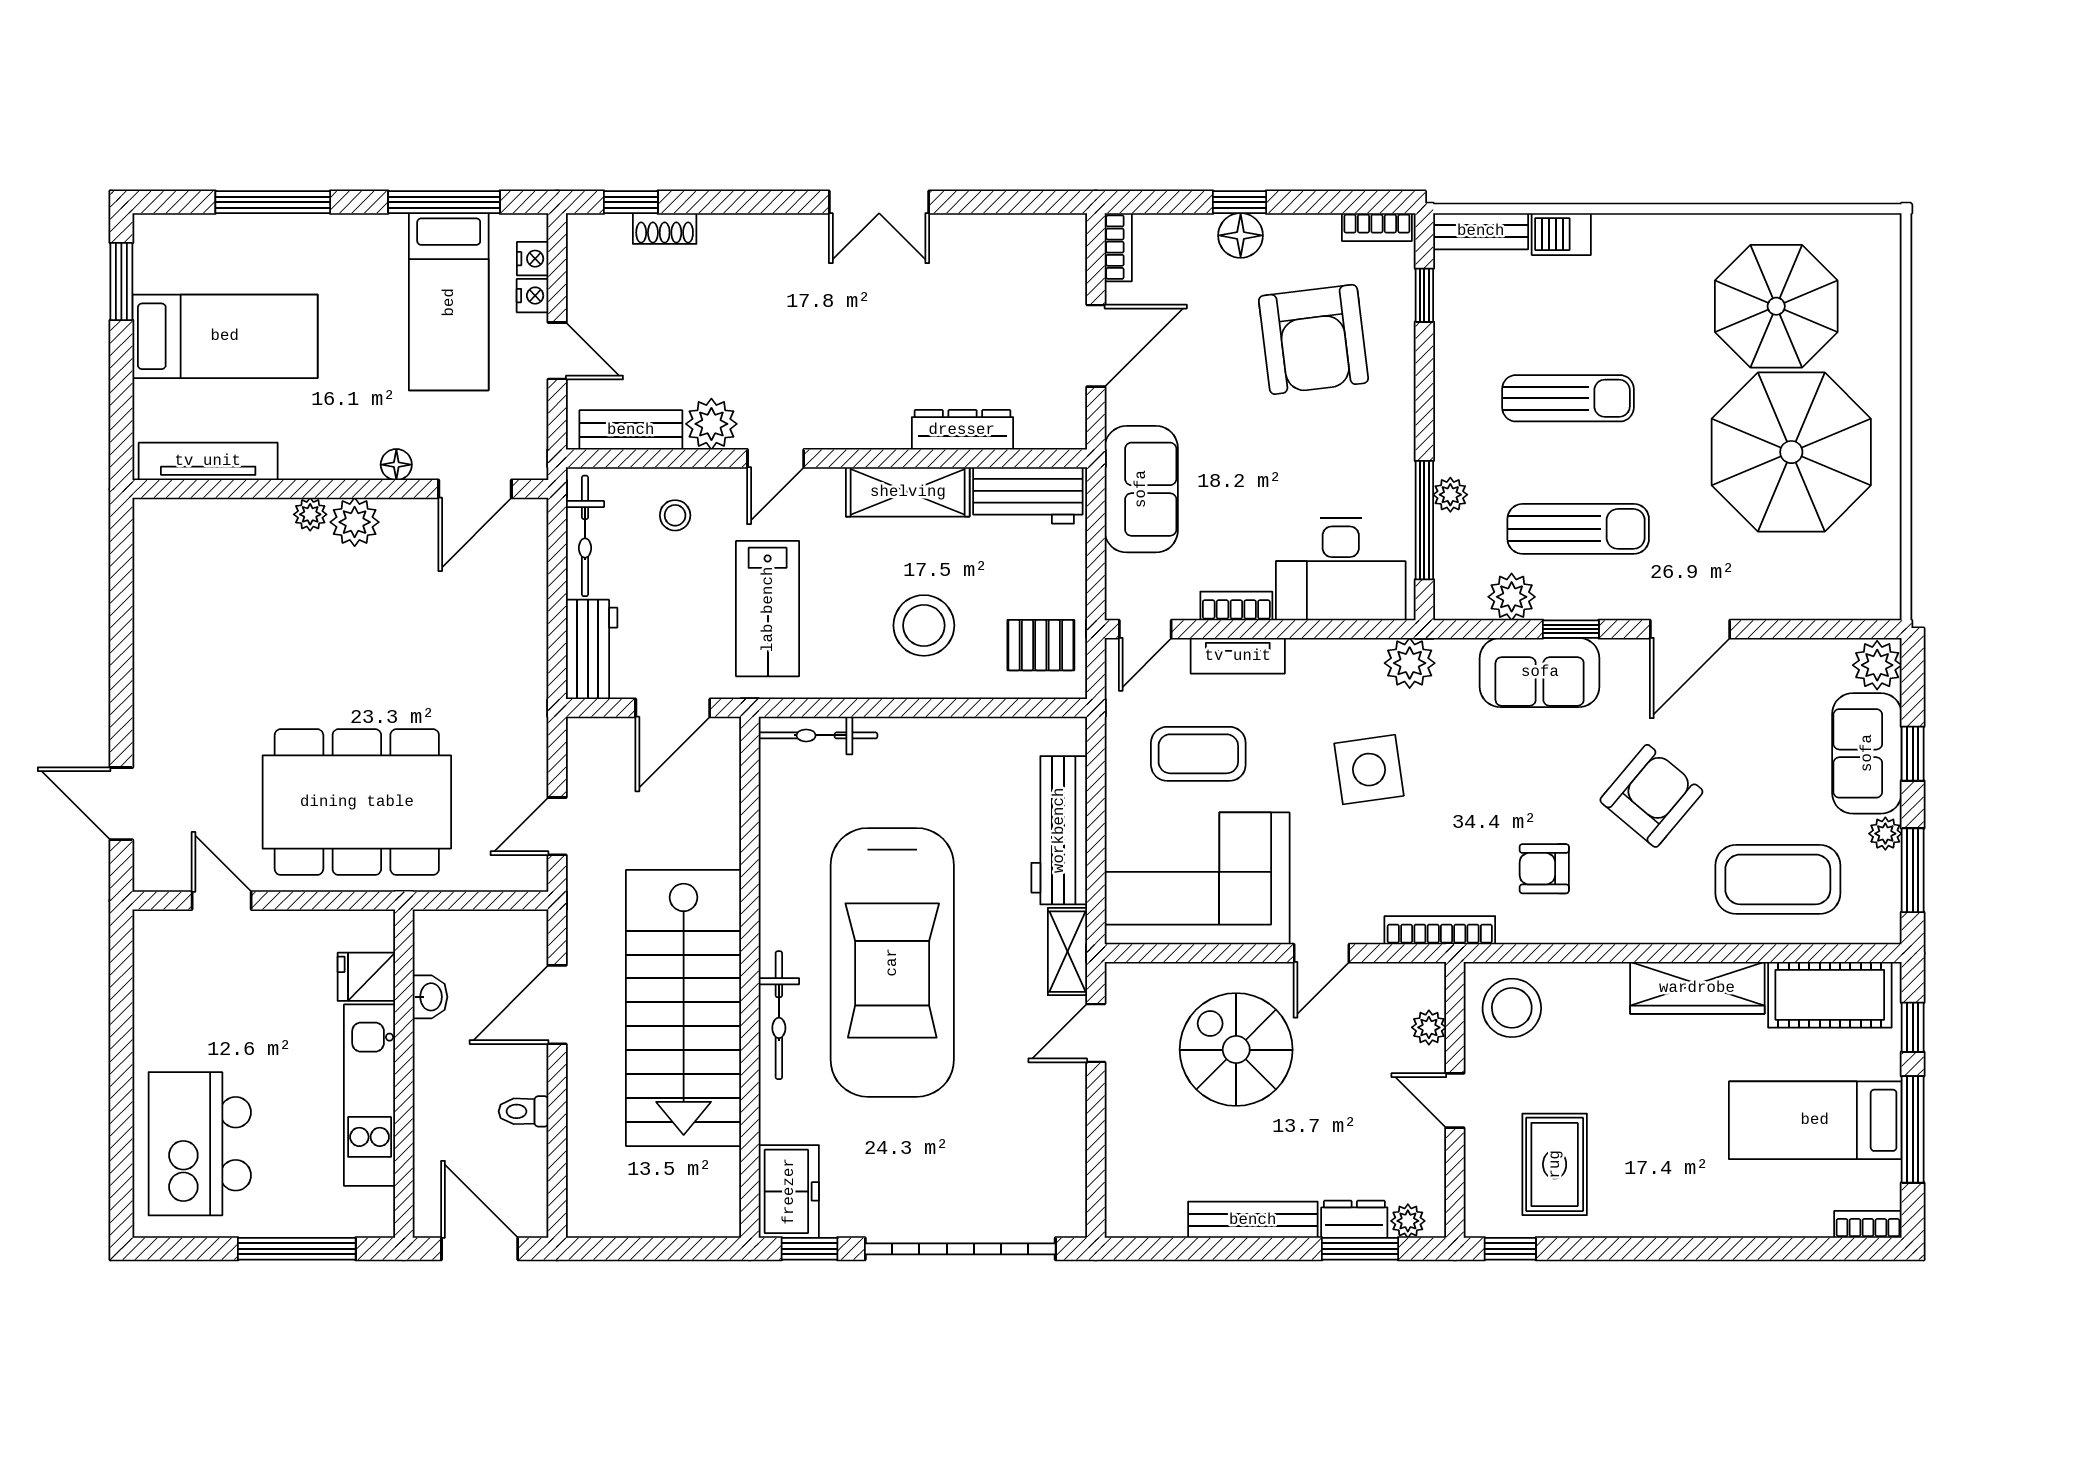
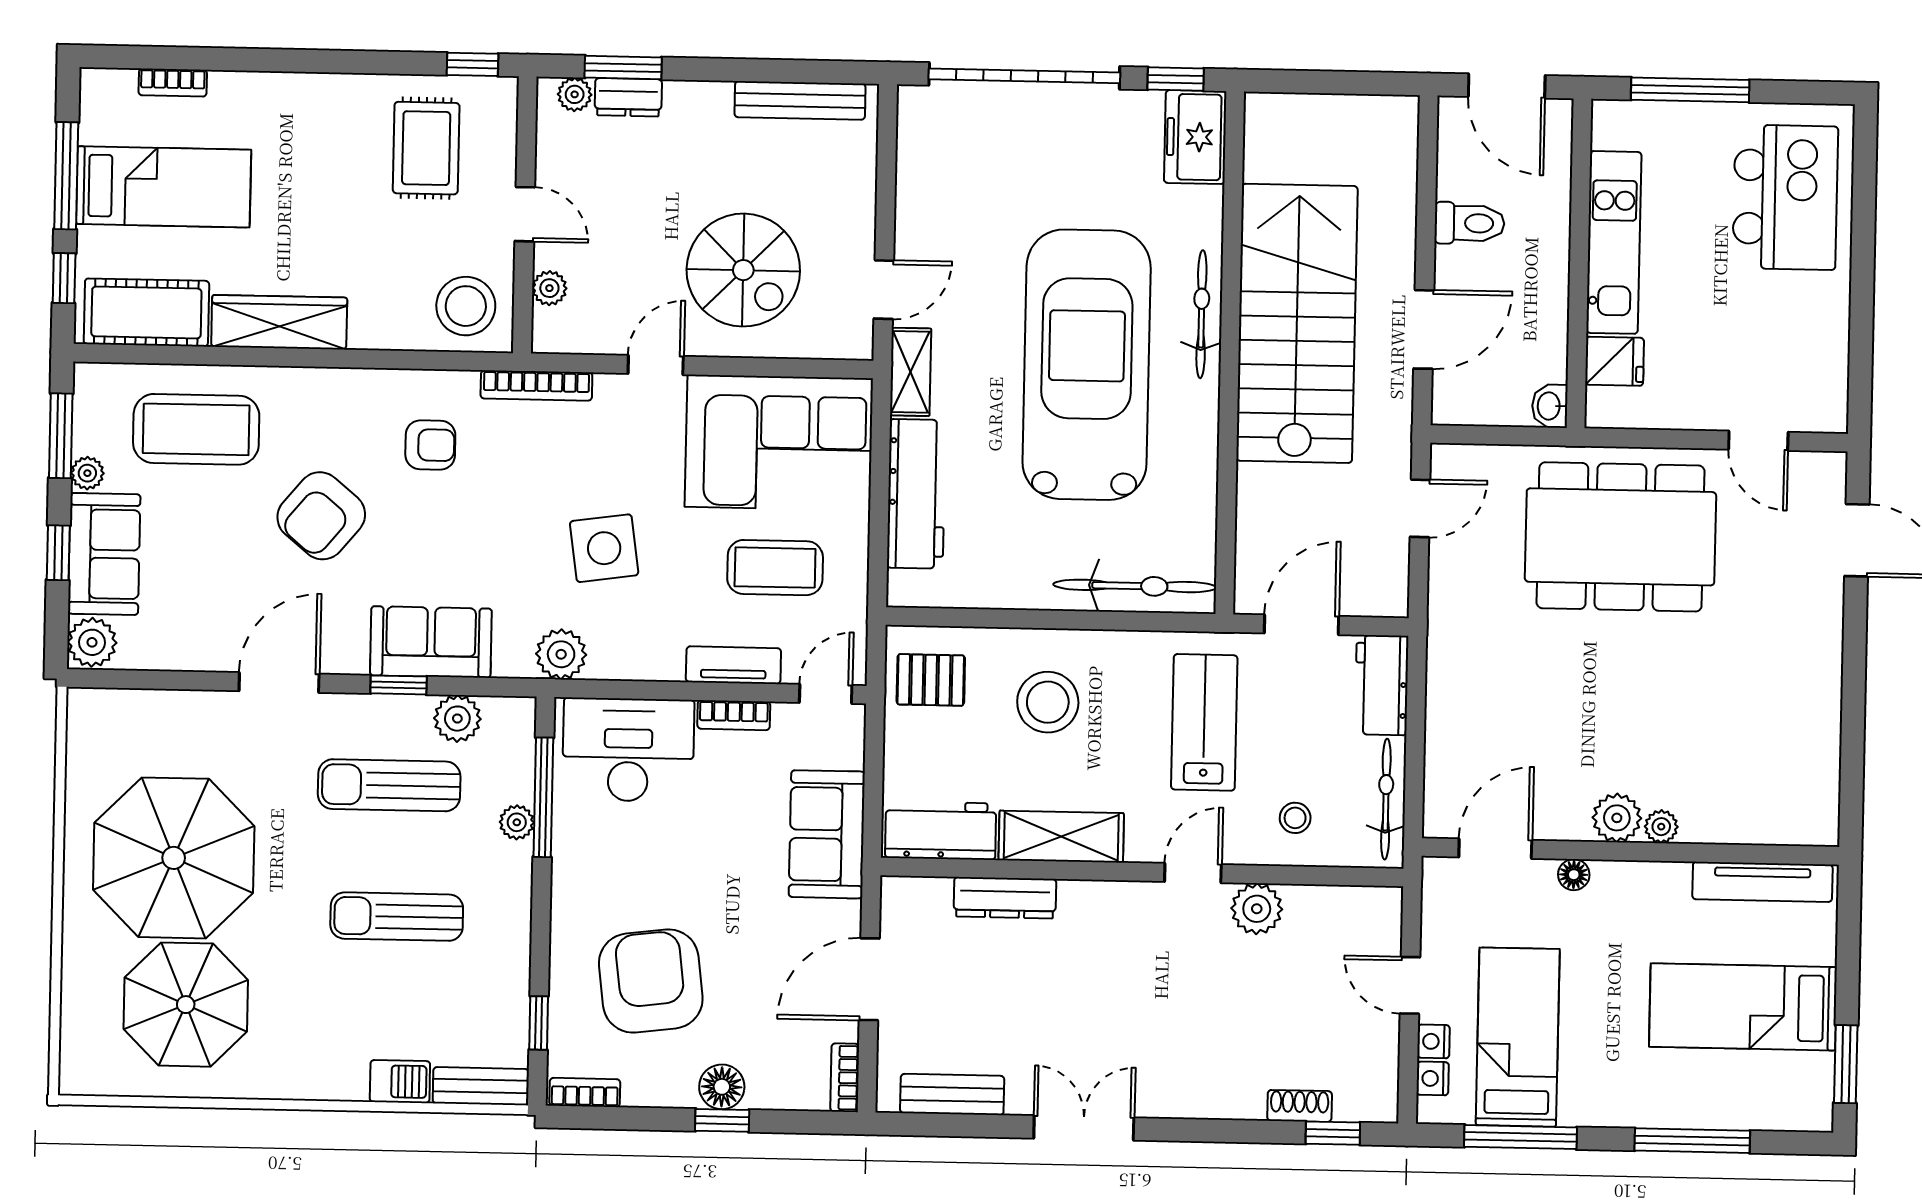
bench: (631, 430) -> (952, 1094), moved
bicycle: (818, 735) -> (1135, 586), width x1.37, depth x1.40
washbasin: (430, 997) -> (1550, 406), moved
toilet: (523, 1111) -> (1469, 223), width x1.37, depth x1.39
bench: (1253, 1220) -> (800, 100), moved
bookcase: (1868, 1224) -> (173, 83), moved

